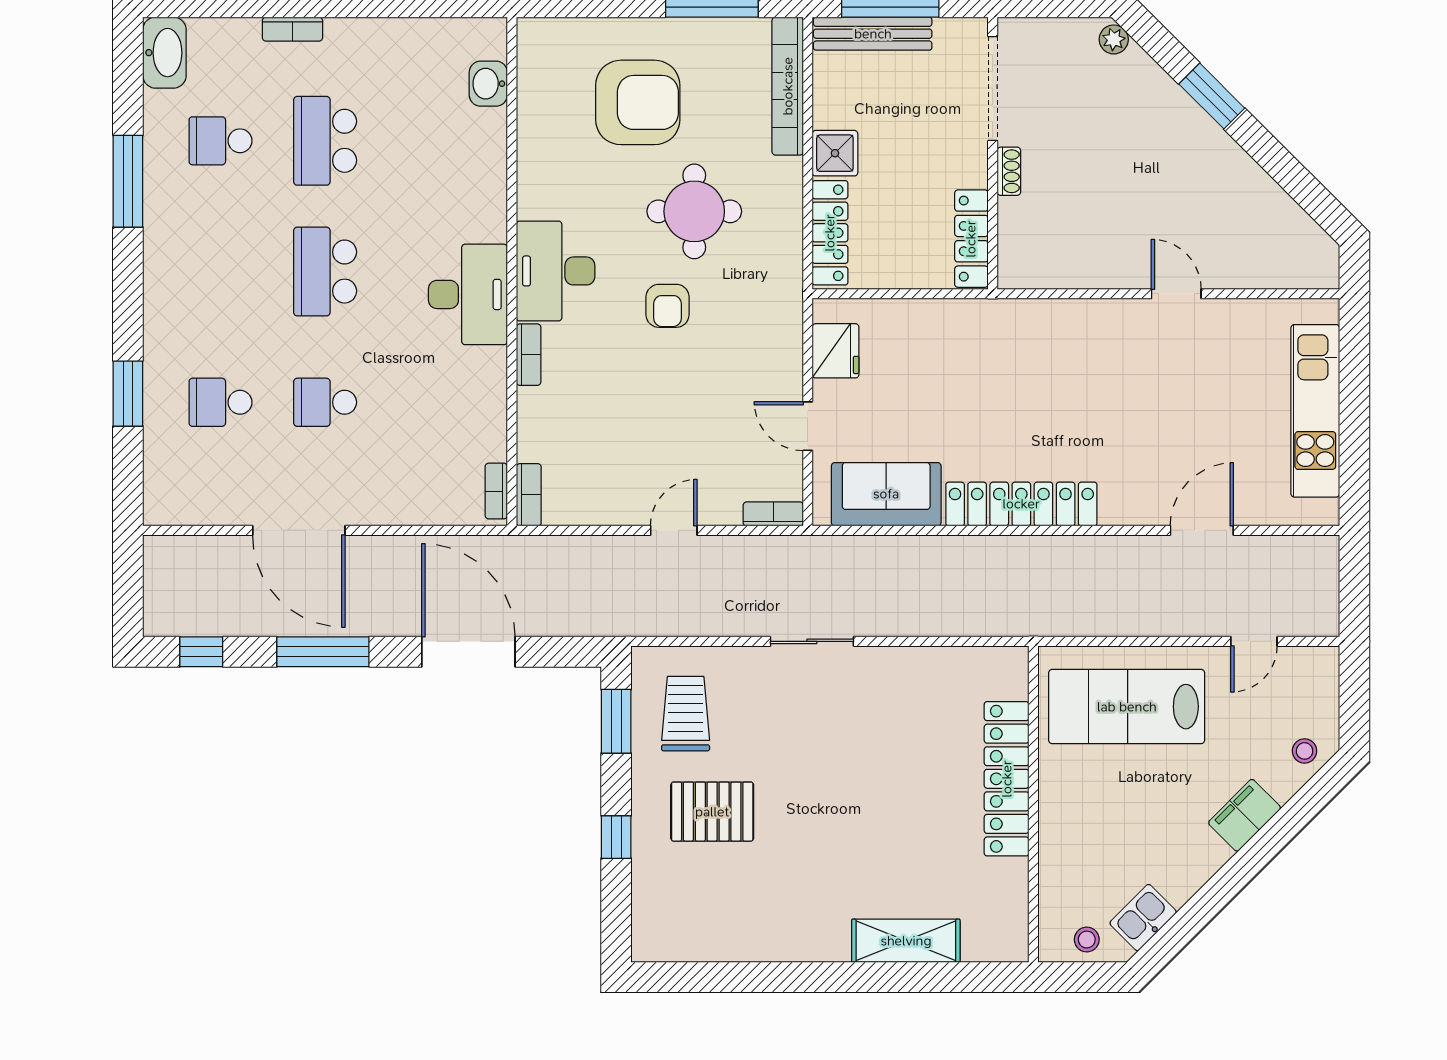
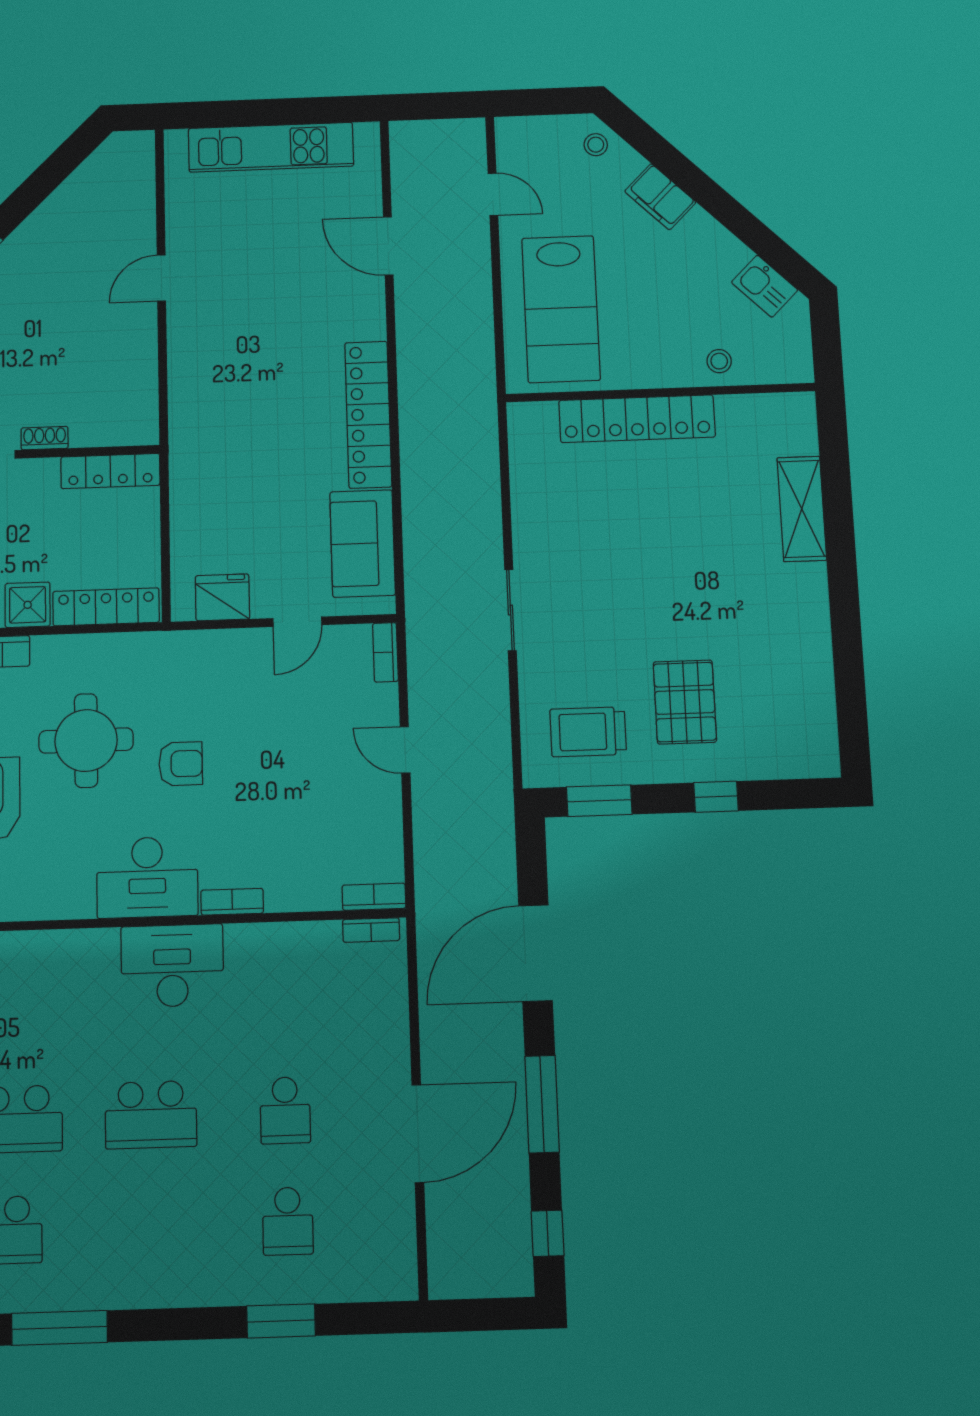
stool: (1087, 940) -> (719, 361), moved

